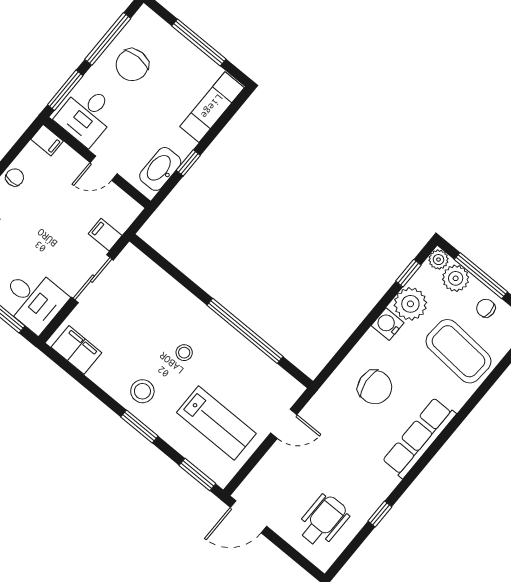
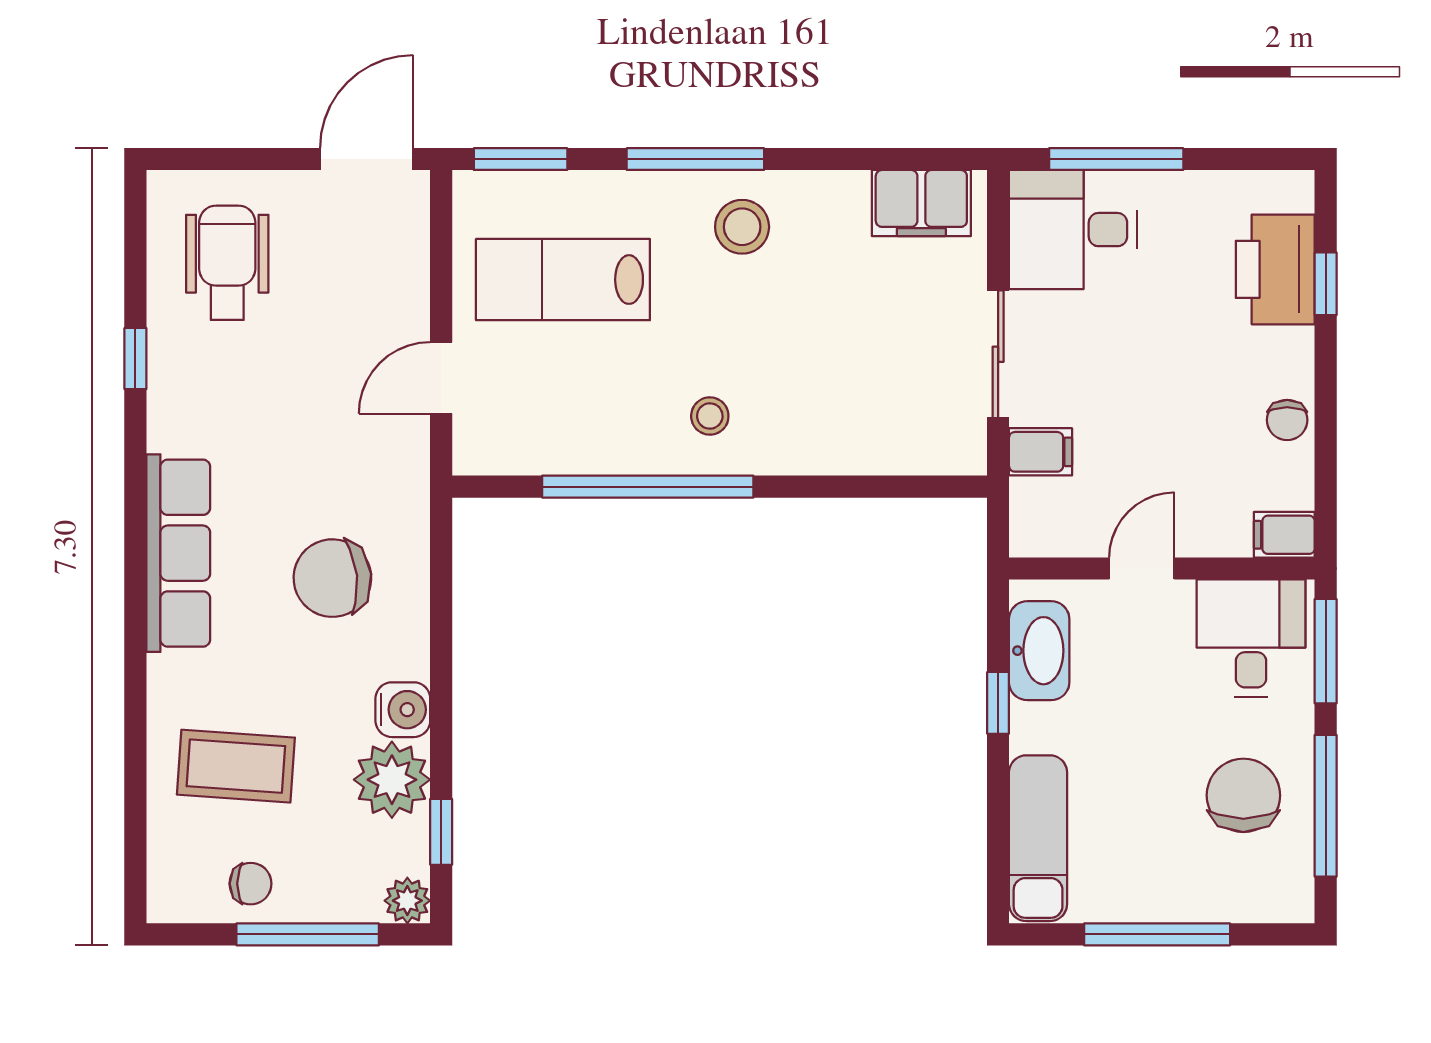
plant: (456, 278) -> (349, 892), removed
coffee table: (458, 351) -> (236, 766), width x0.73, depth x0.76
stool: (184, 353) -> (710, 416), moved
window: (139, 427) -> (695, 159), width x1.44
wheelchair: (323, 521) -> (227, 263), turned 180

